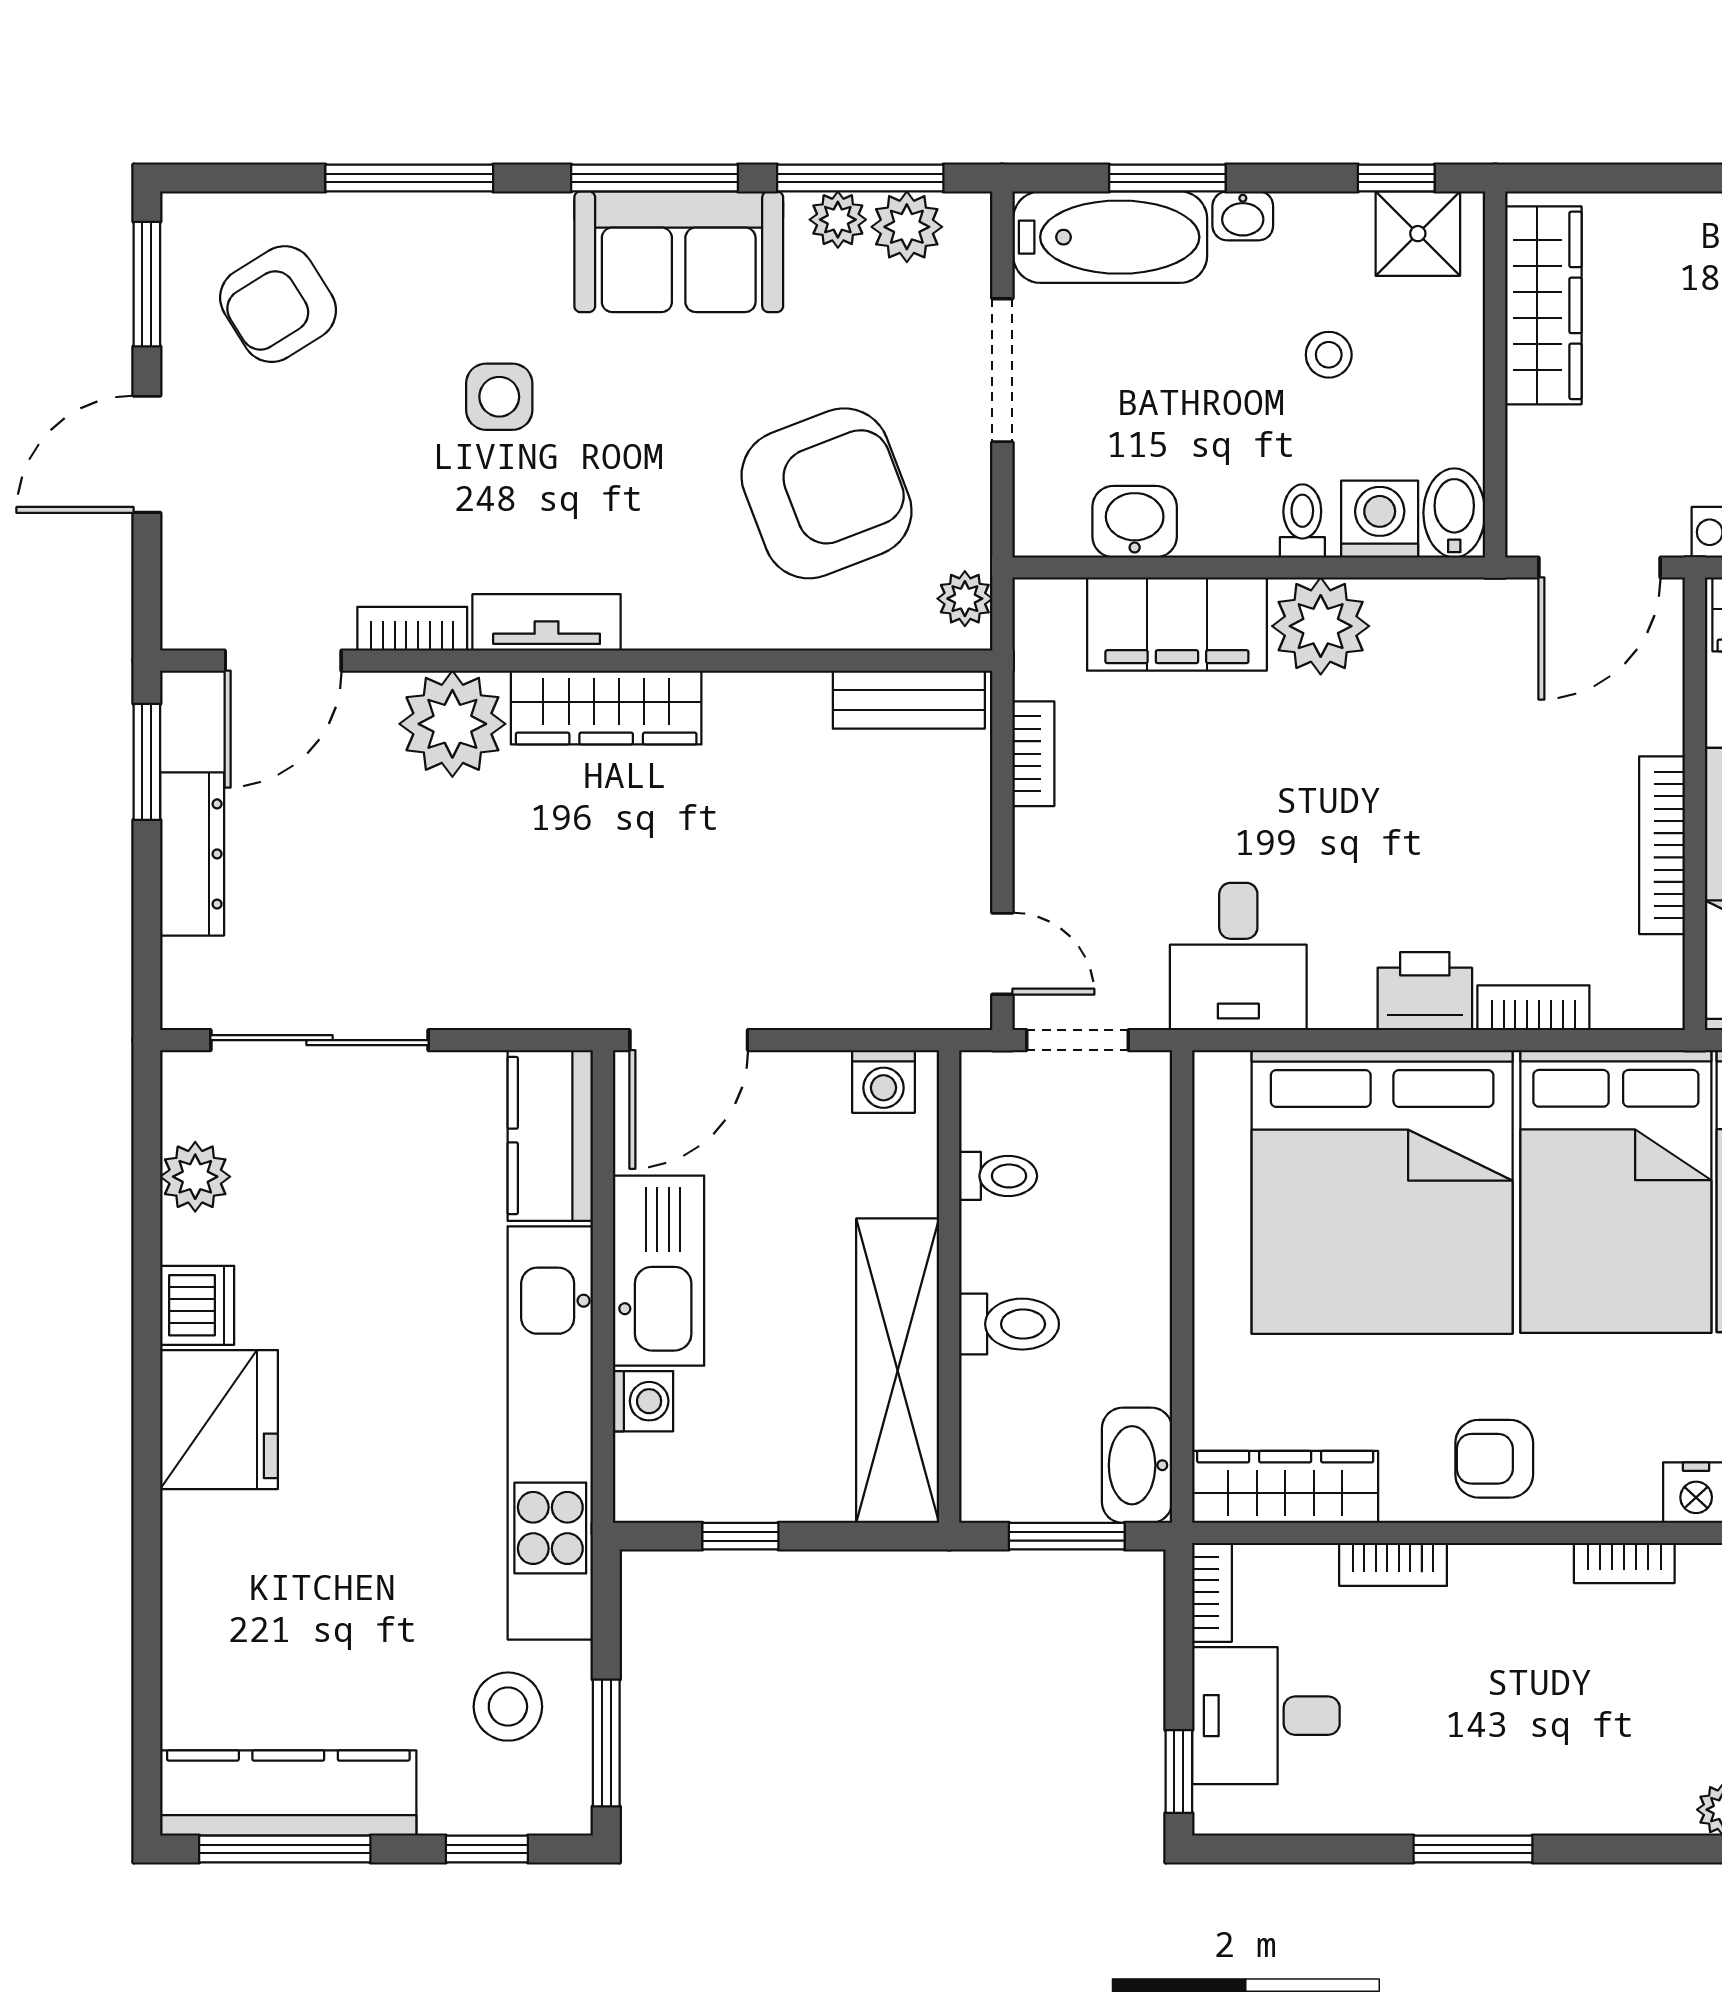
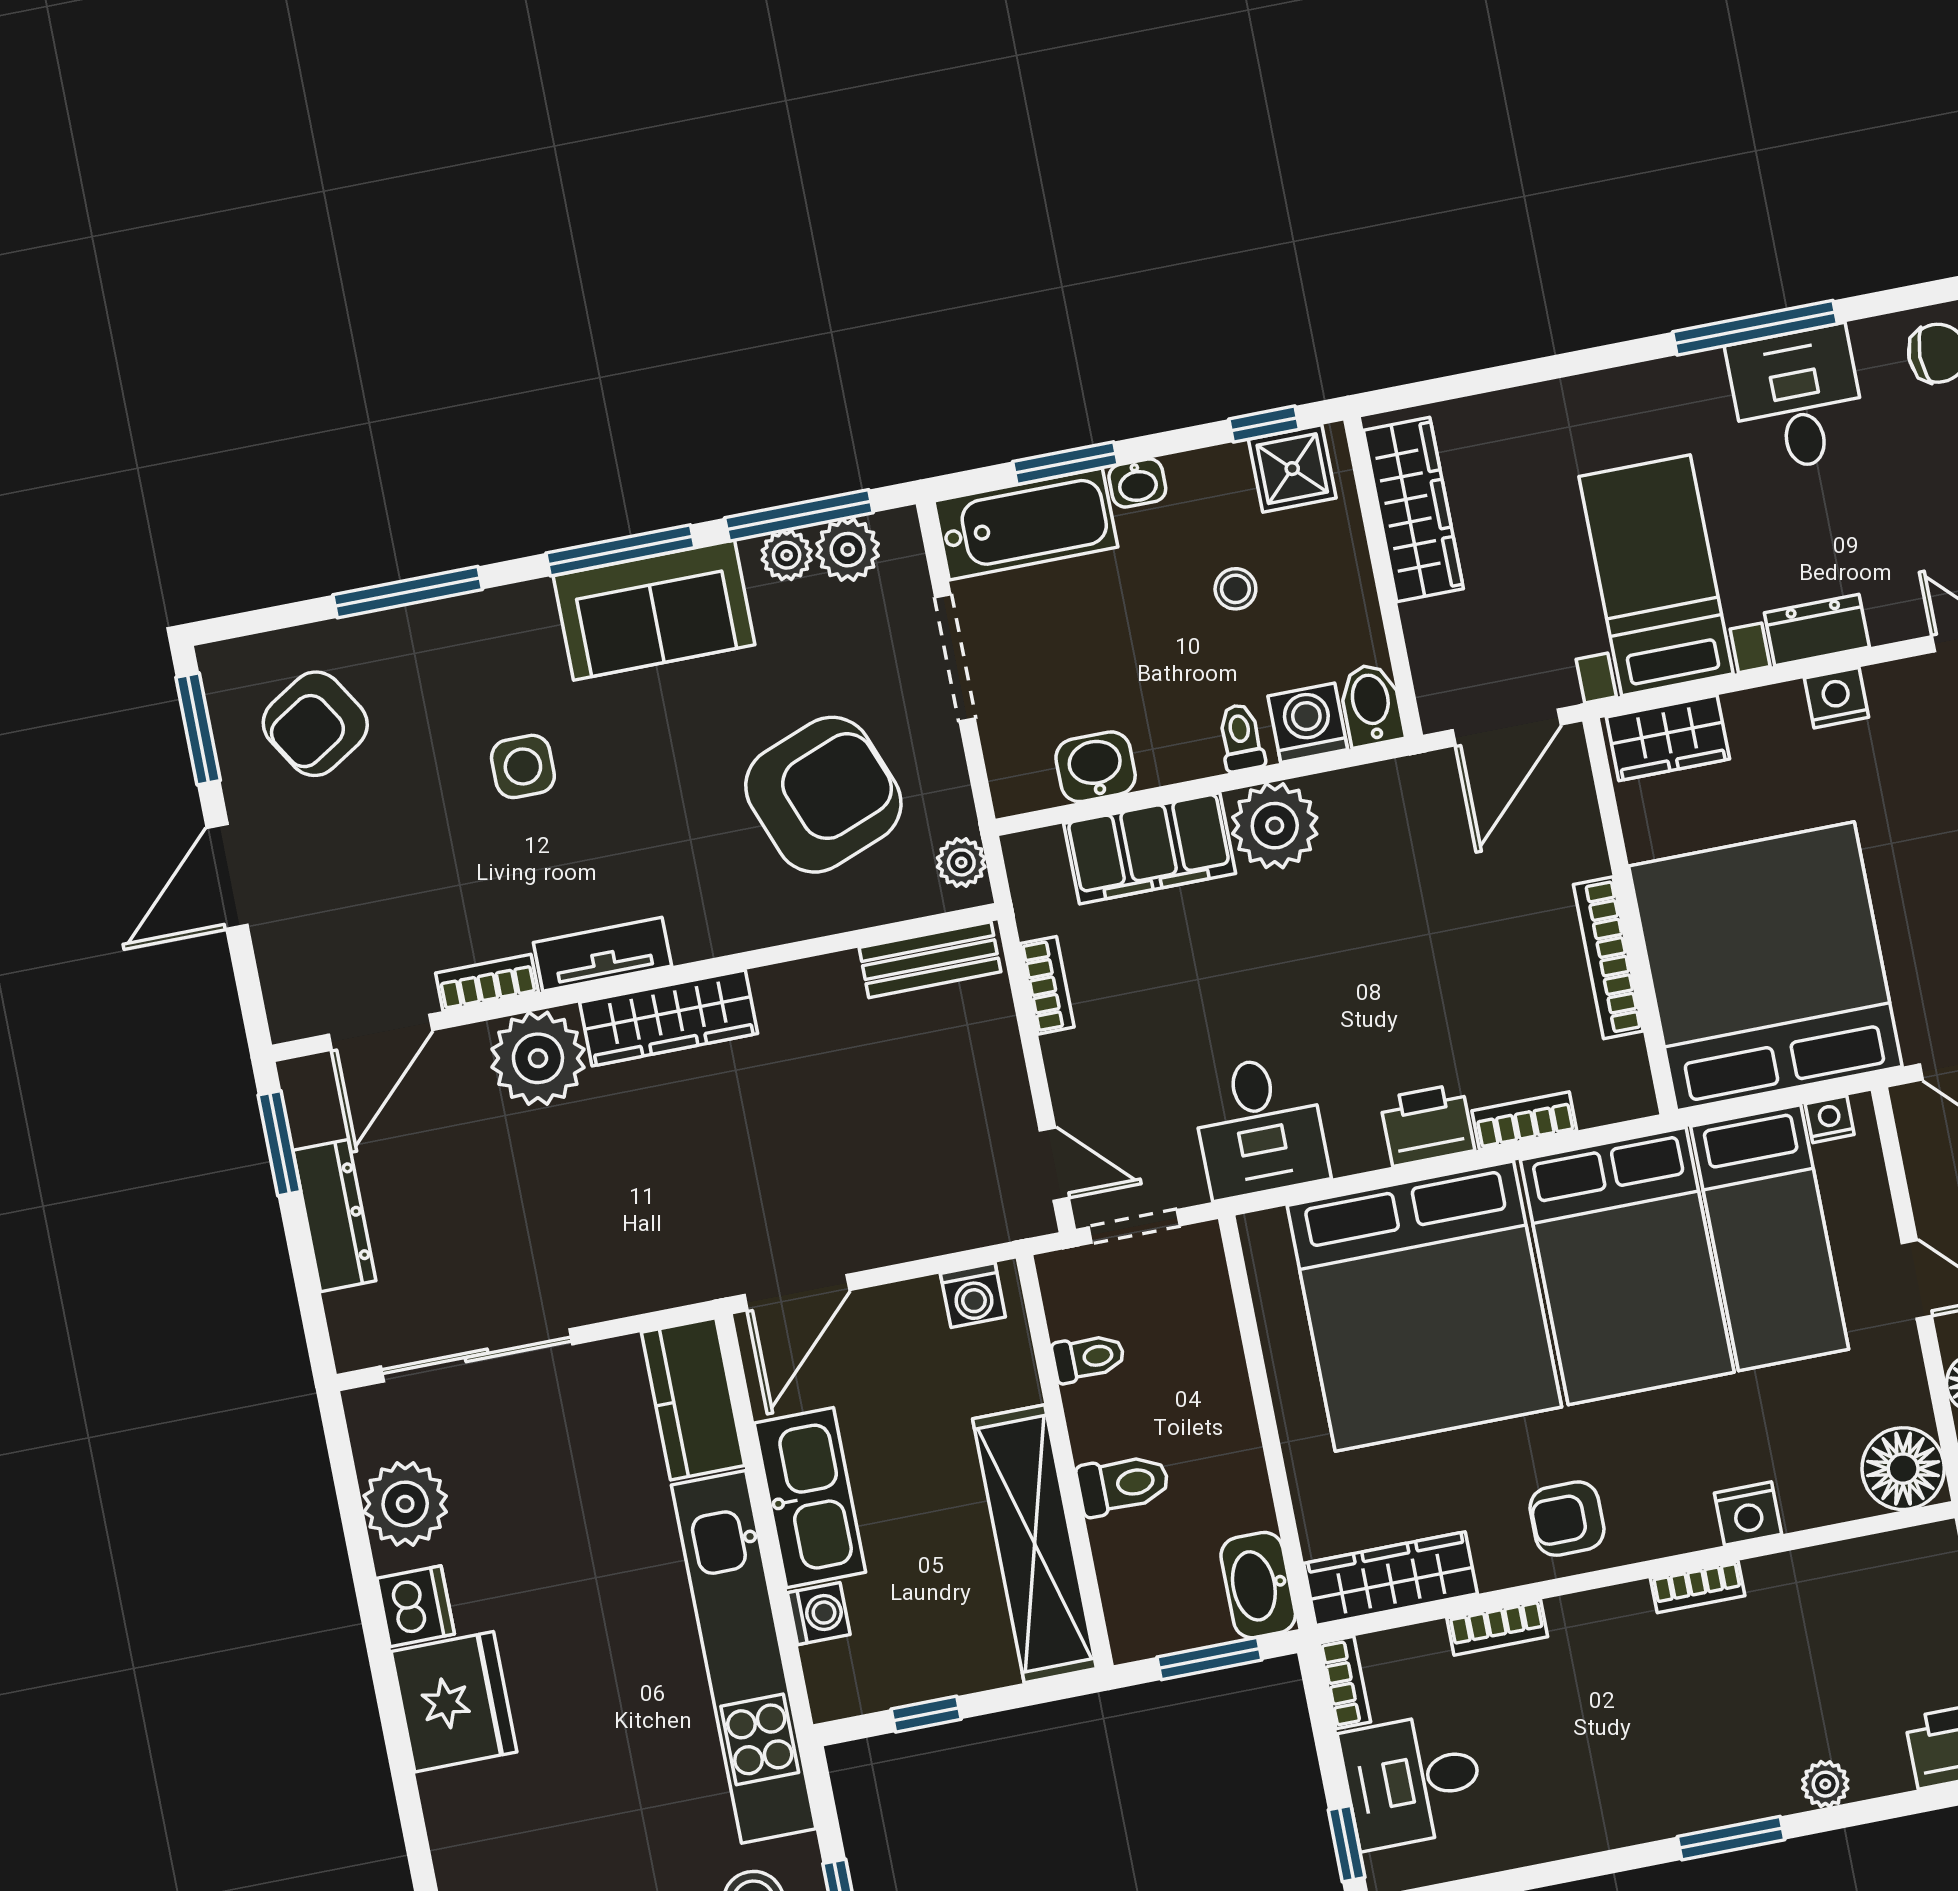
plant: (195, 1177) -> (405, 1504), width x1.36, depth x1.36
window: (1473, 1849) -> (1731, 1838), moved

